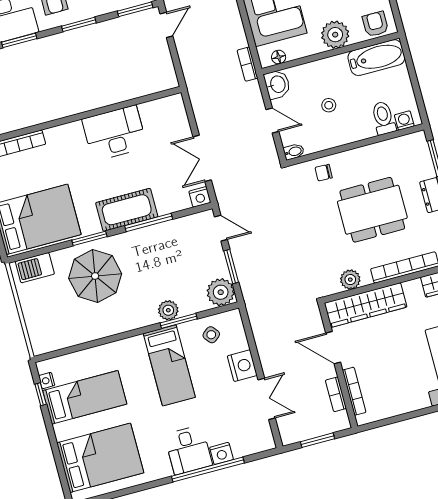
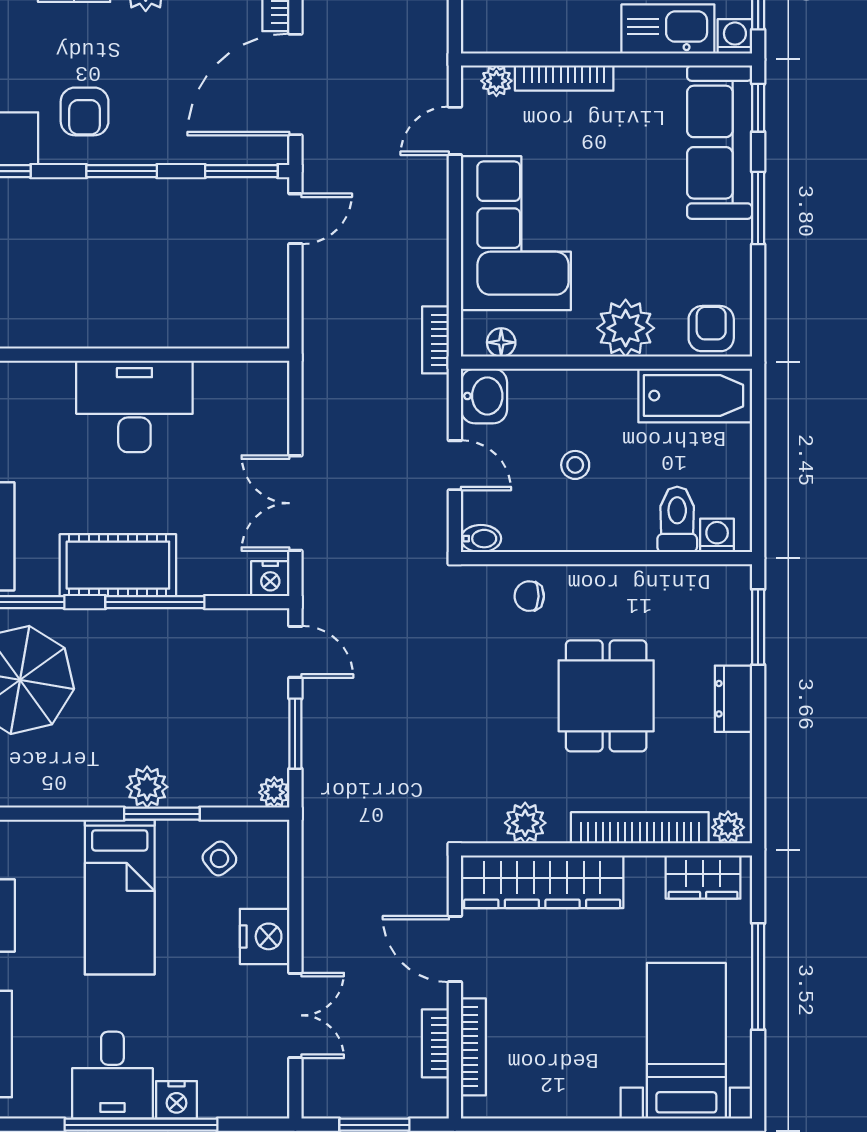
dining table: (372, 210) -> (606, 696), width x0.73
plant: (221, 292) -> (274, 792), width x0.53, depth x0.53

